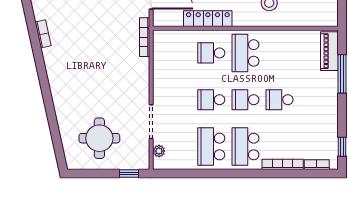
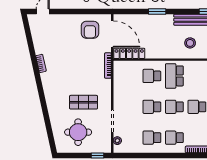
locker: (208, 19) -> (129, 53), moved
shop shelf: (108, 93) -> (84, 102), added
school desk: (211, 147) -> (152, 138), width x0.54
school desk: (245, 147) -> (174, 138), width x0.54

